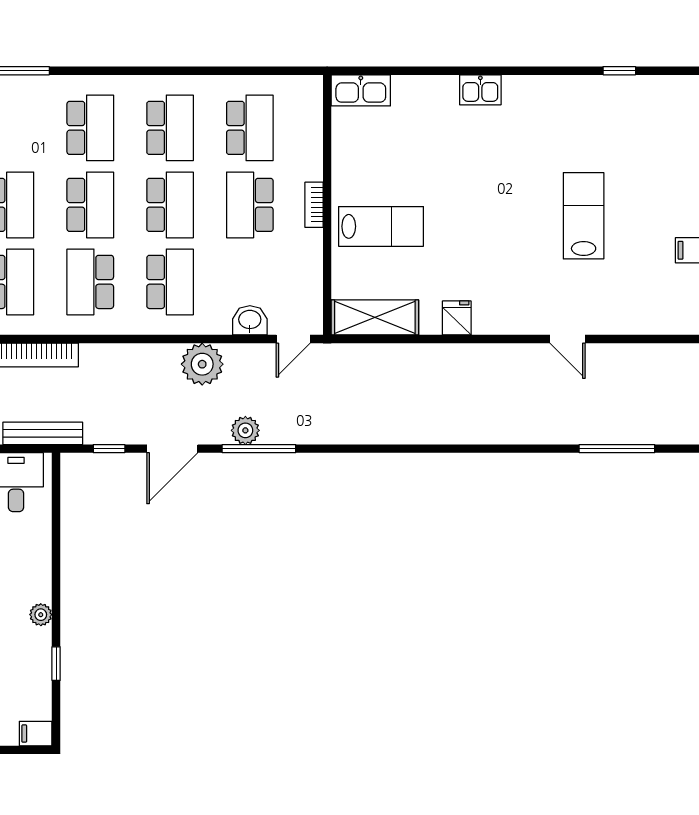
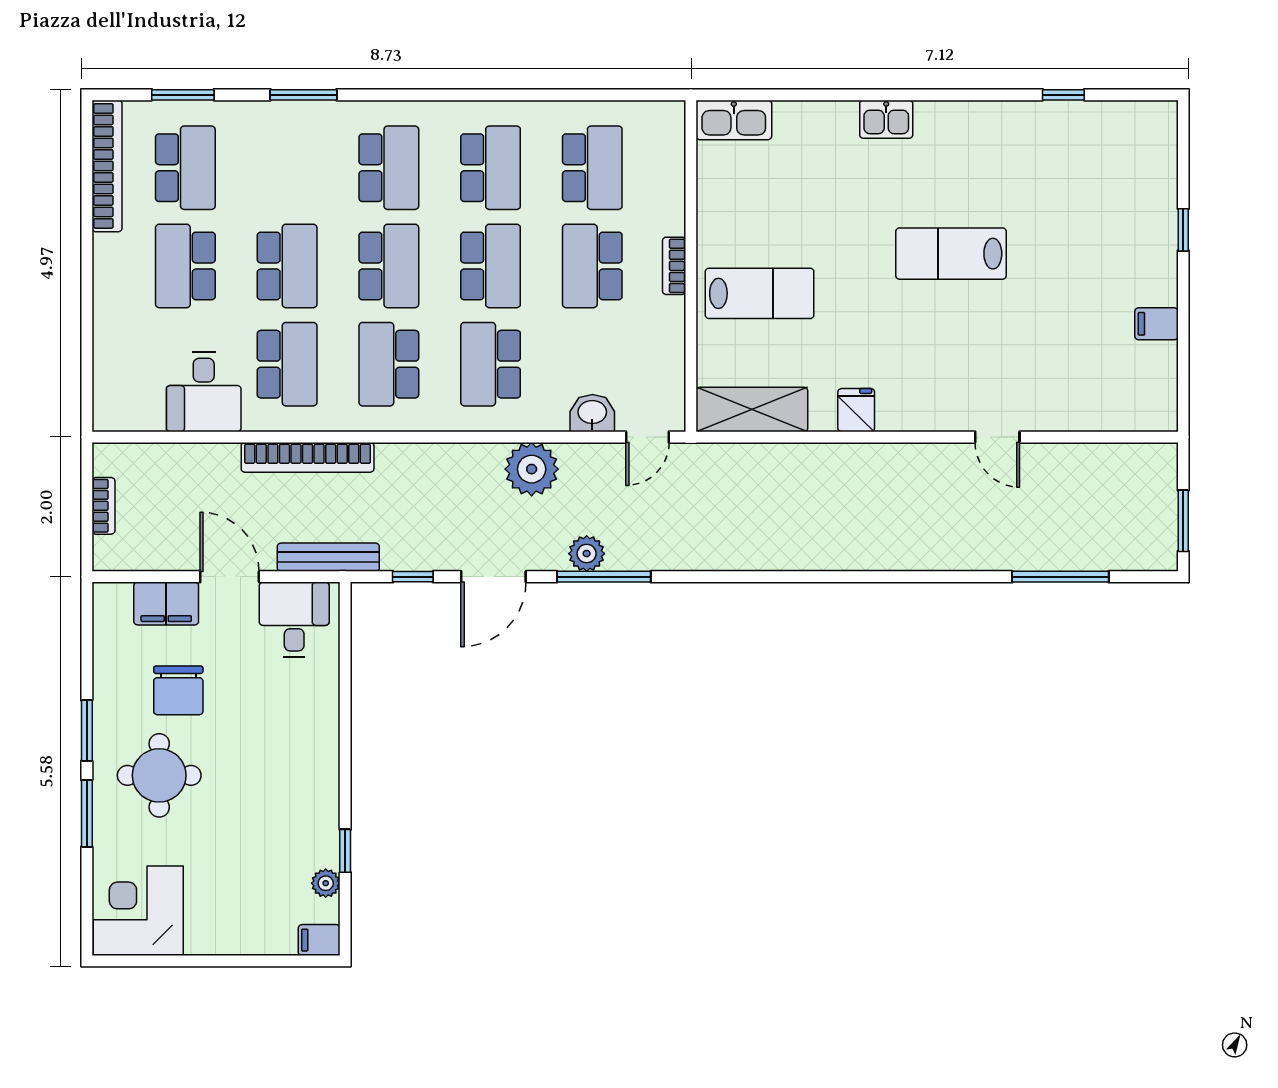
lab bench: (584, 216) -> (951, 254), moved, turned -90
school desk: (170, 282) -> (491, 364), turned 180
plant: (41, 615) -> (326, 883), moved

